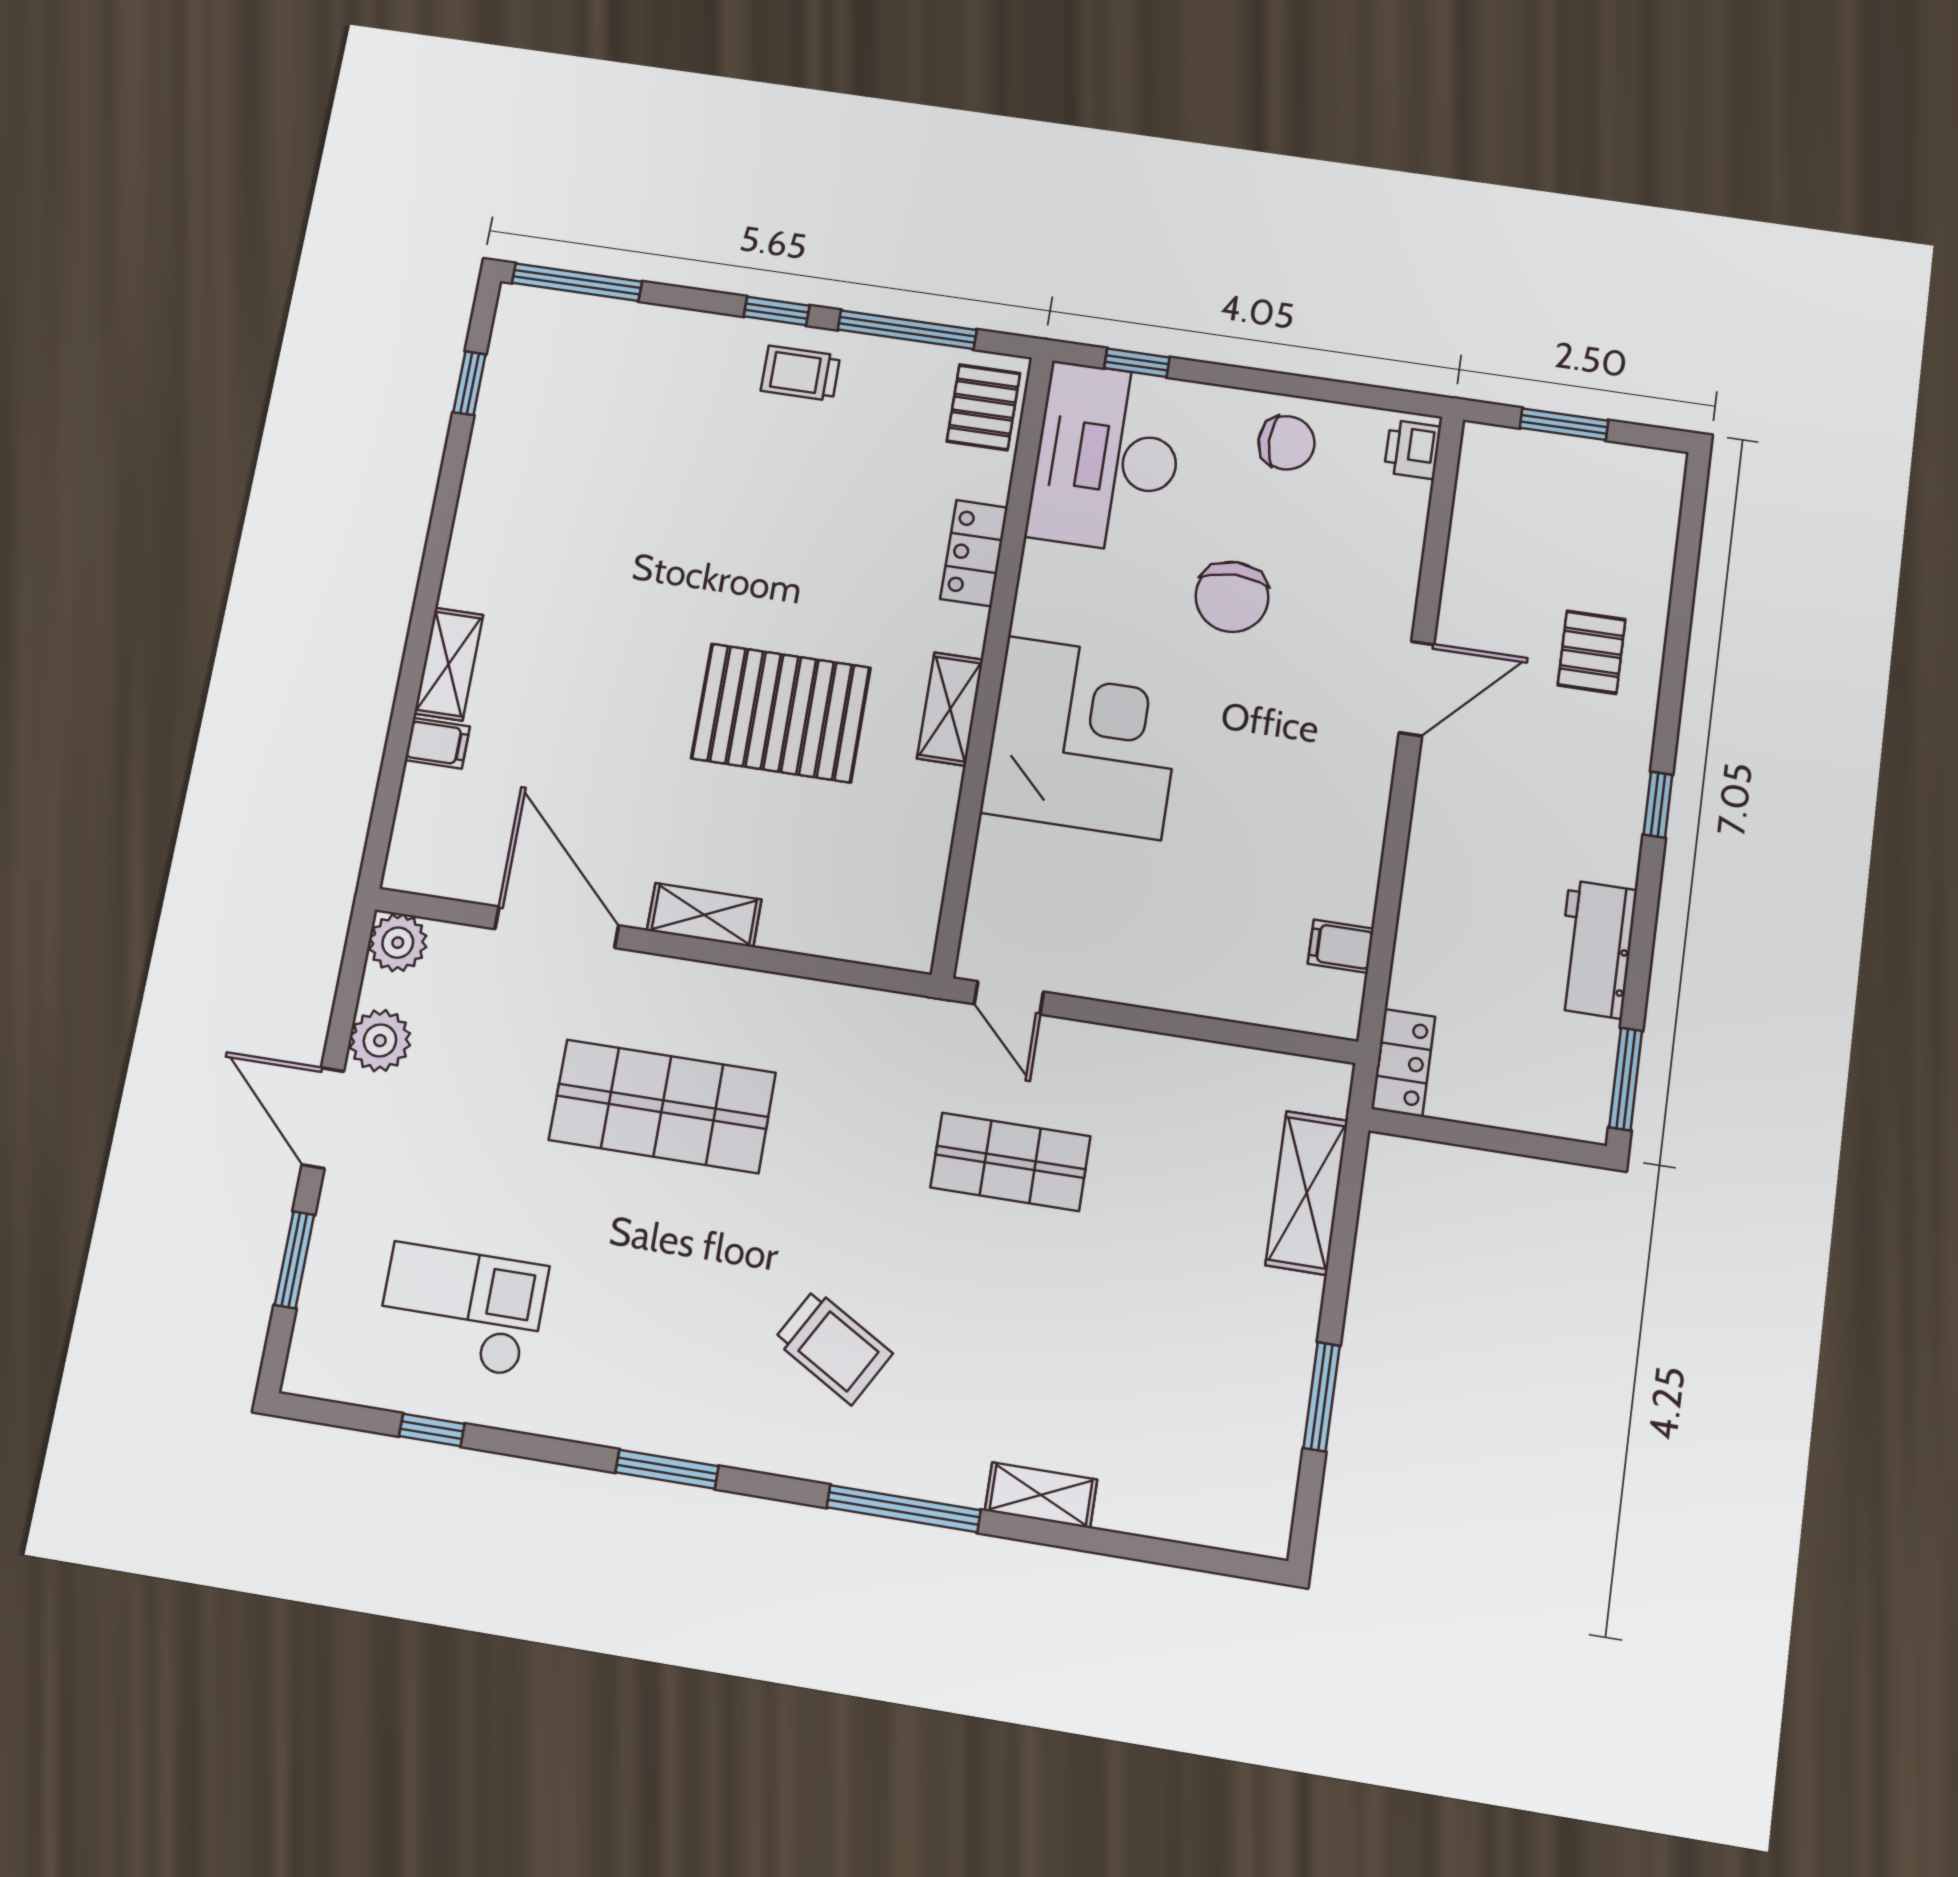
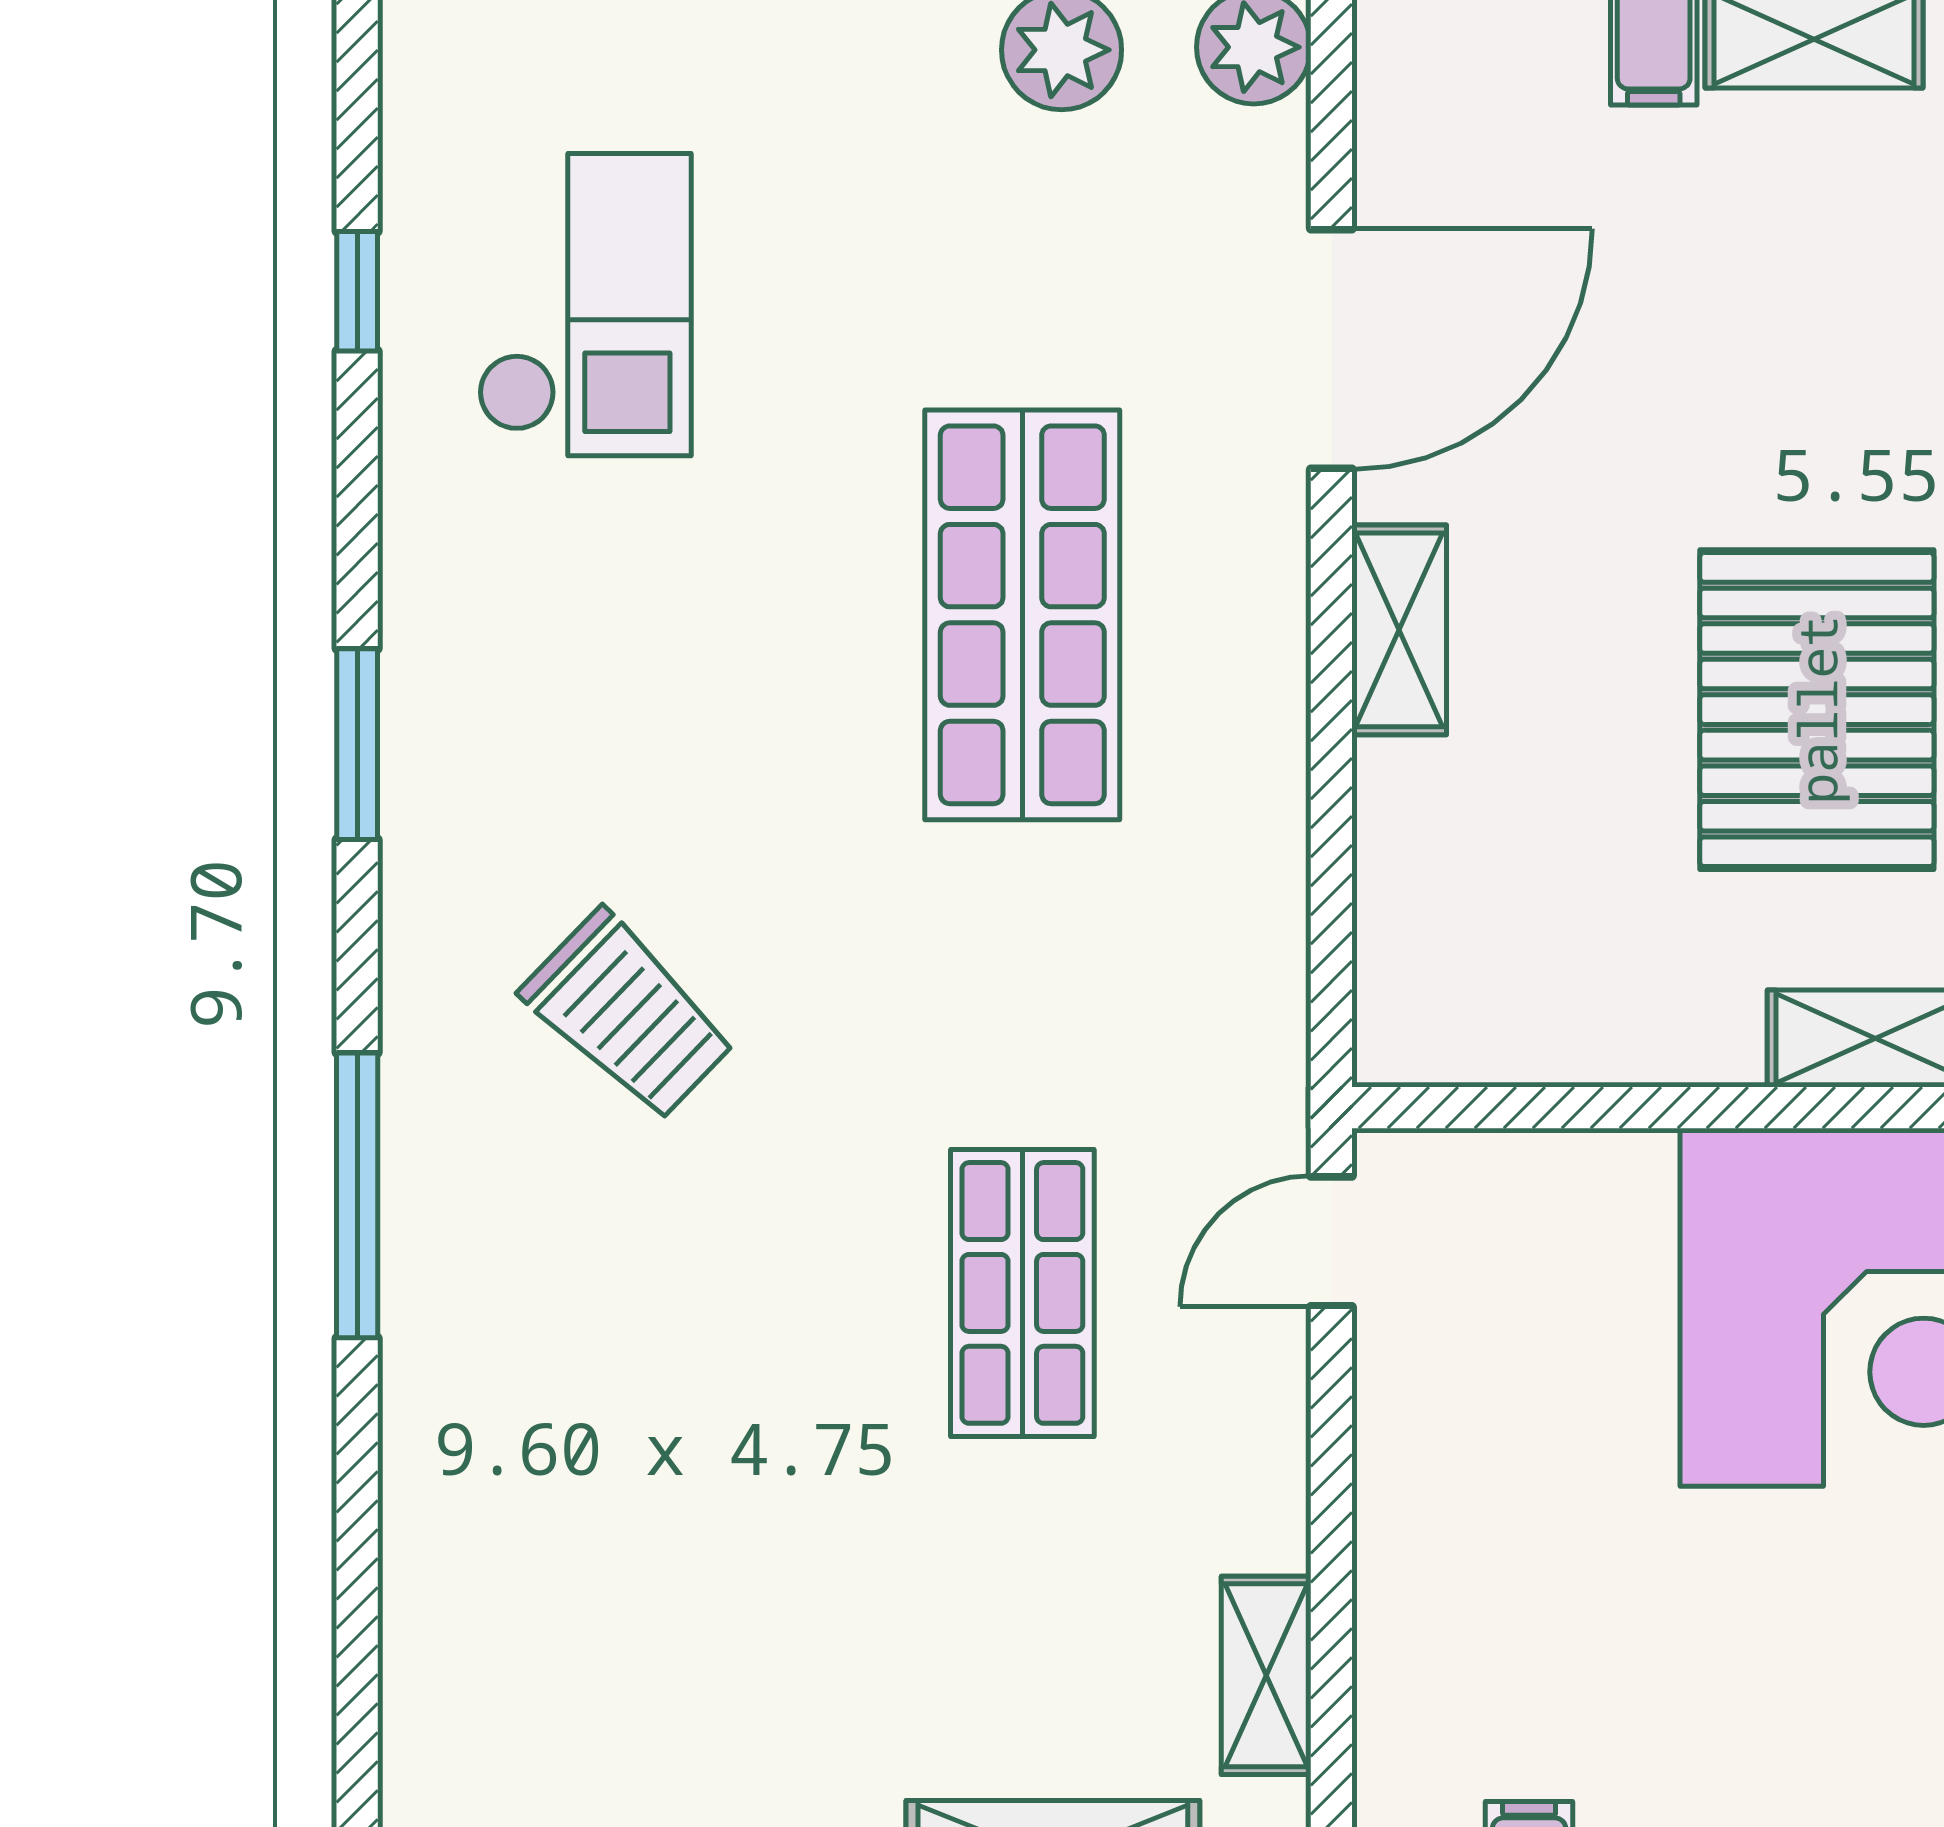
trolley: (833, 1347) -> (628, 1015), turned -76
shelving: (1041, 1495) -> (1266, 1675), moved

